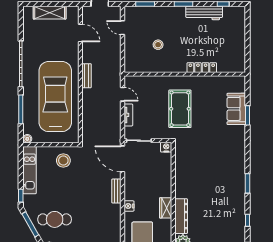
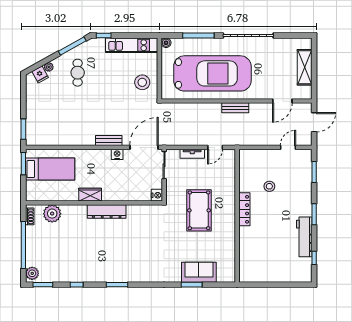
locker: (202, 68) -> (244, 209), moved
pool table: (180, 109) -> (199, 210), turned 90
nightstand: (129, 206) -> (117, 154), moved
dresser: (181, 216) -> (107, 212), moved
cafe table: (55, 219) -> (78, 73), width x0.73, depth x0.74

